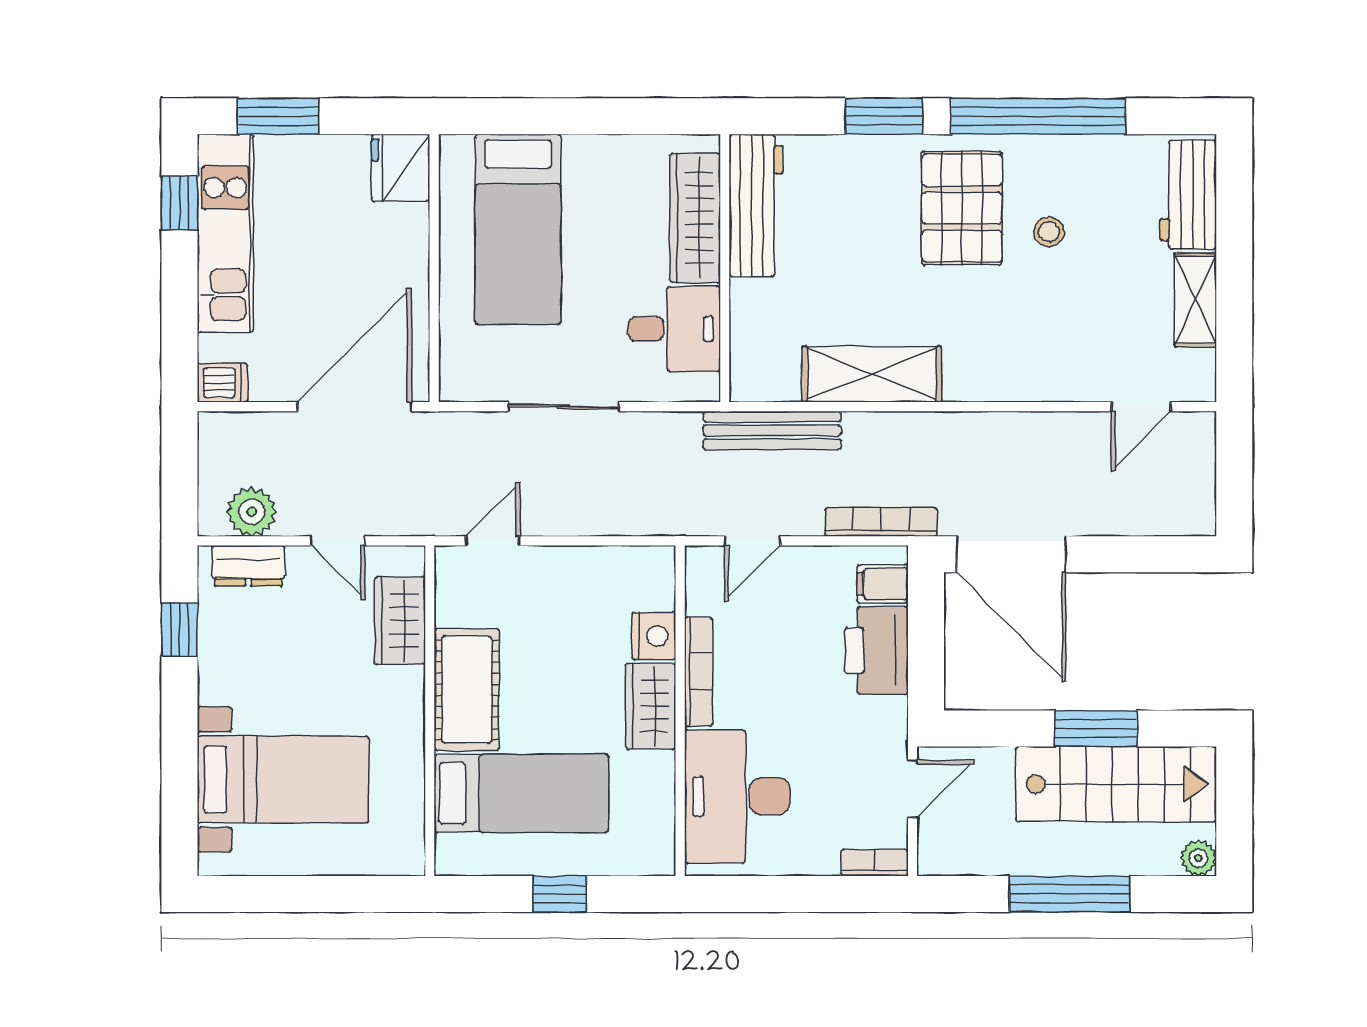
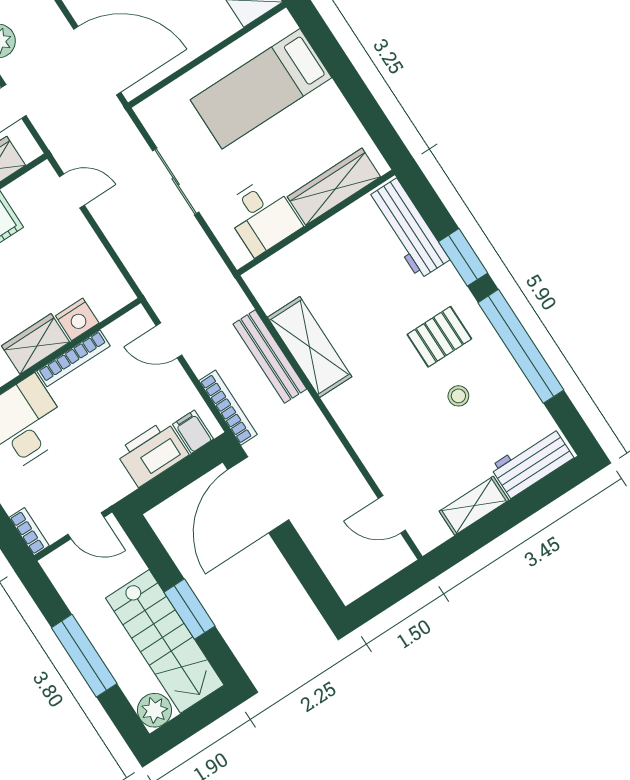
workbench: (756, 205) -> (408, 229), moved, turned 90
pallet: (962, 208) -> (439, 337), width x0.67, depth x0.71
bench: (772, 430) -> (270, 356), moved
plant: (1199, 858) -> (154, 710), width x1.38, depth x1.38

